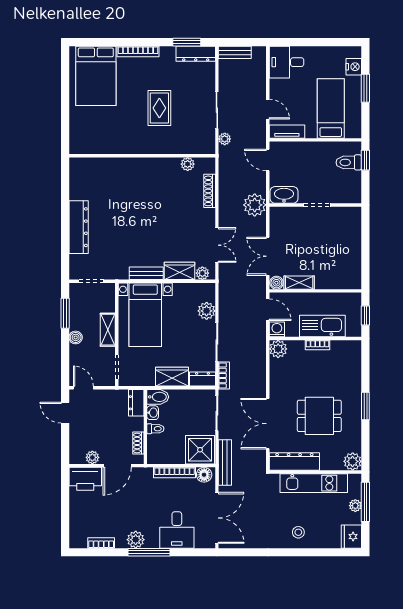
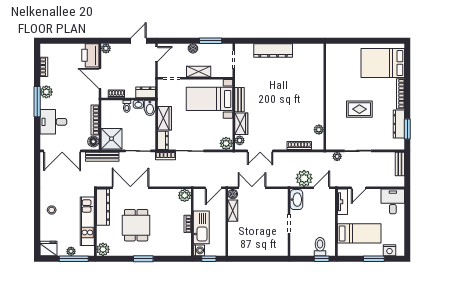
dresser: (196, 54) -> (399, 124), moved
plant: (255, 205) -> (304, 178), moved
plant: (207, 311) -> (226, 143), moved
washing machine: (277, 329) -> (199, 250), moved
plant: (92, 457) -> (106, 48), moved

